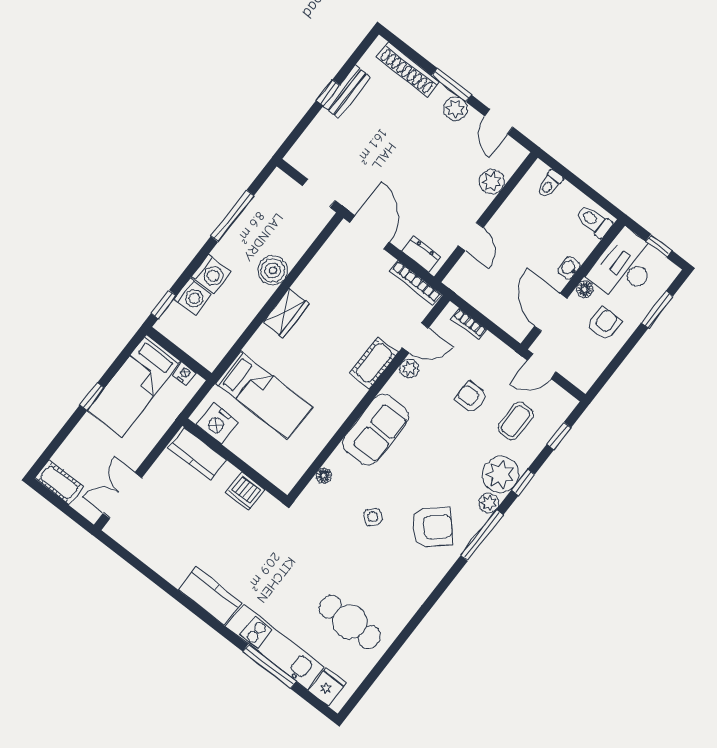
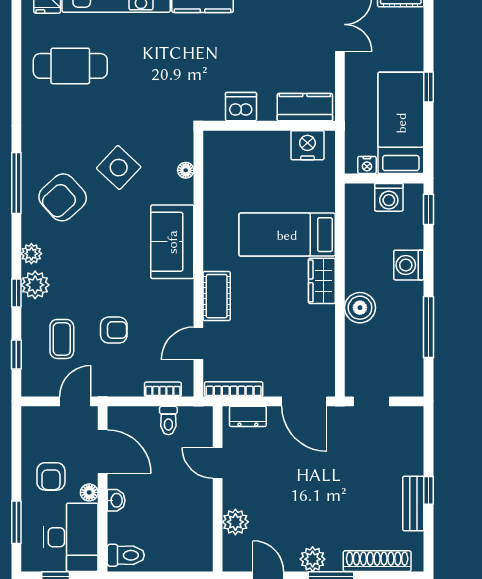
toilet: (550, 184) -> (168, 421), moved, turned 180
washing machine: (192, 297) -> (389, 197), moved, turned -90
plant: (409, 368) -> (184, 314), removed
bed: (264, 395) -> (287, 235), moved
plant: (500, 474) -> (35, 285), width x0.73, depth x0.73
side table: (373, 517) -> (119, 168), width x1.87, depth x1.87
window: (482, 535) -> (16, 183), moved

